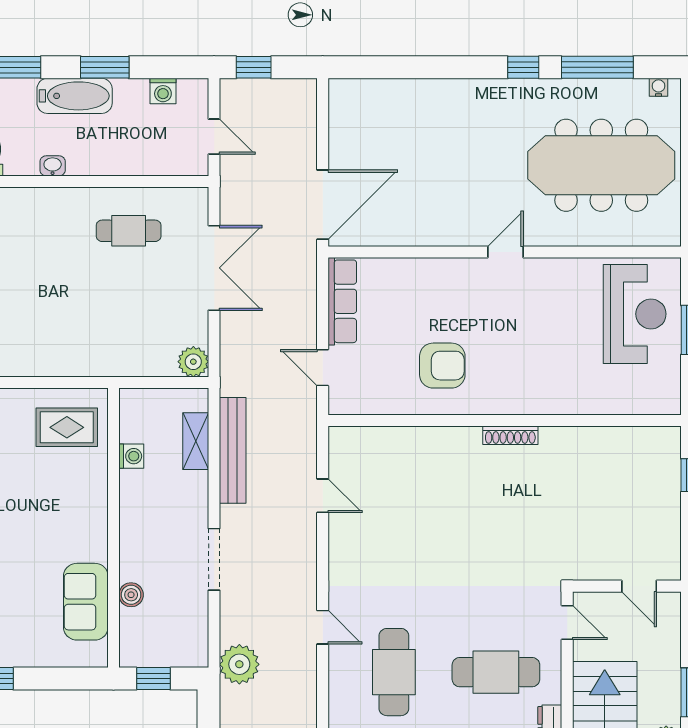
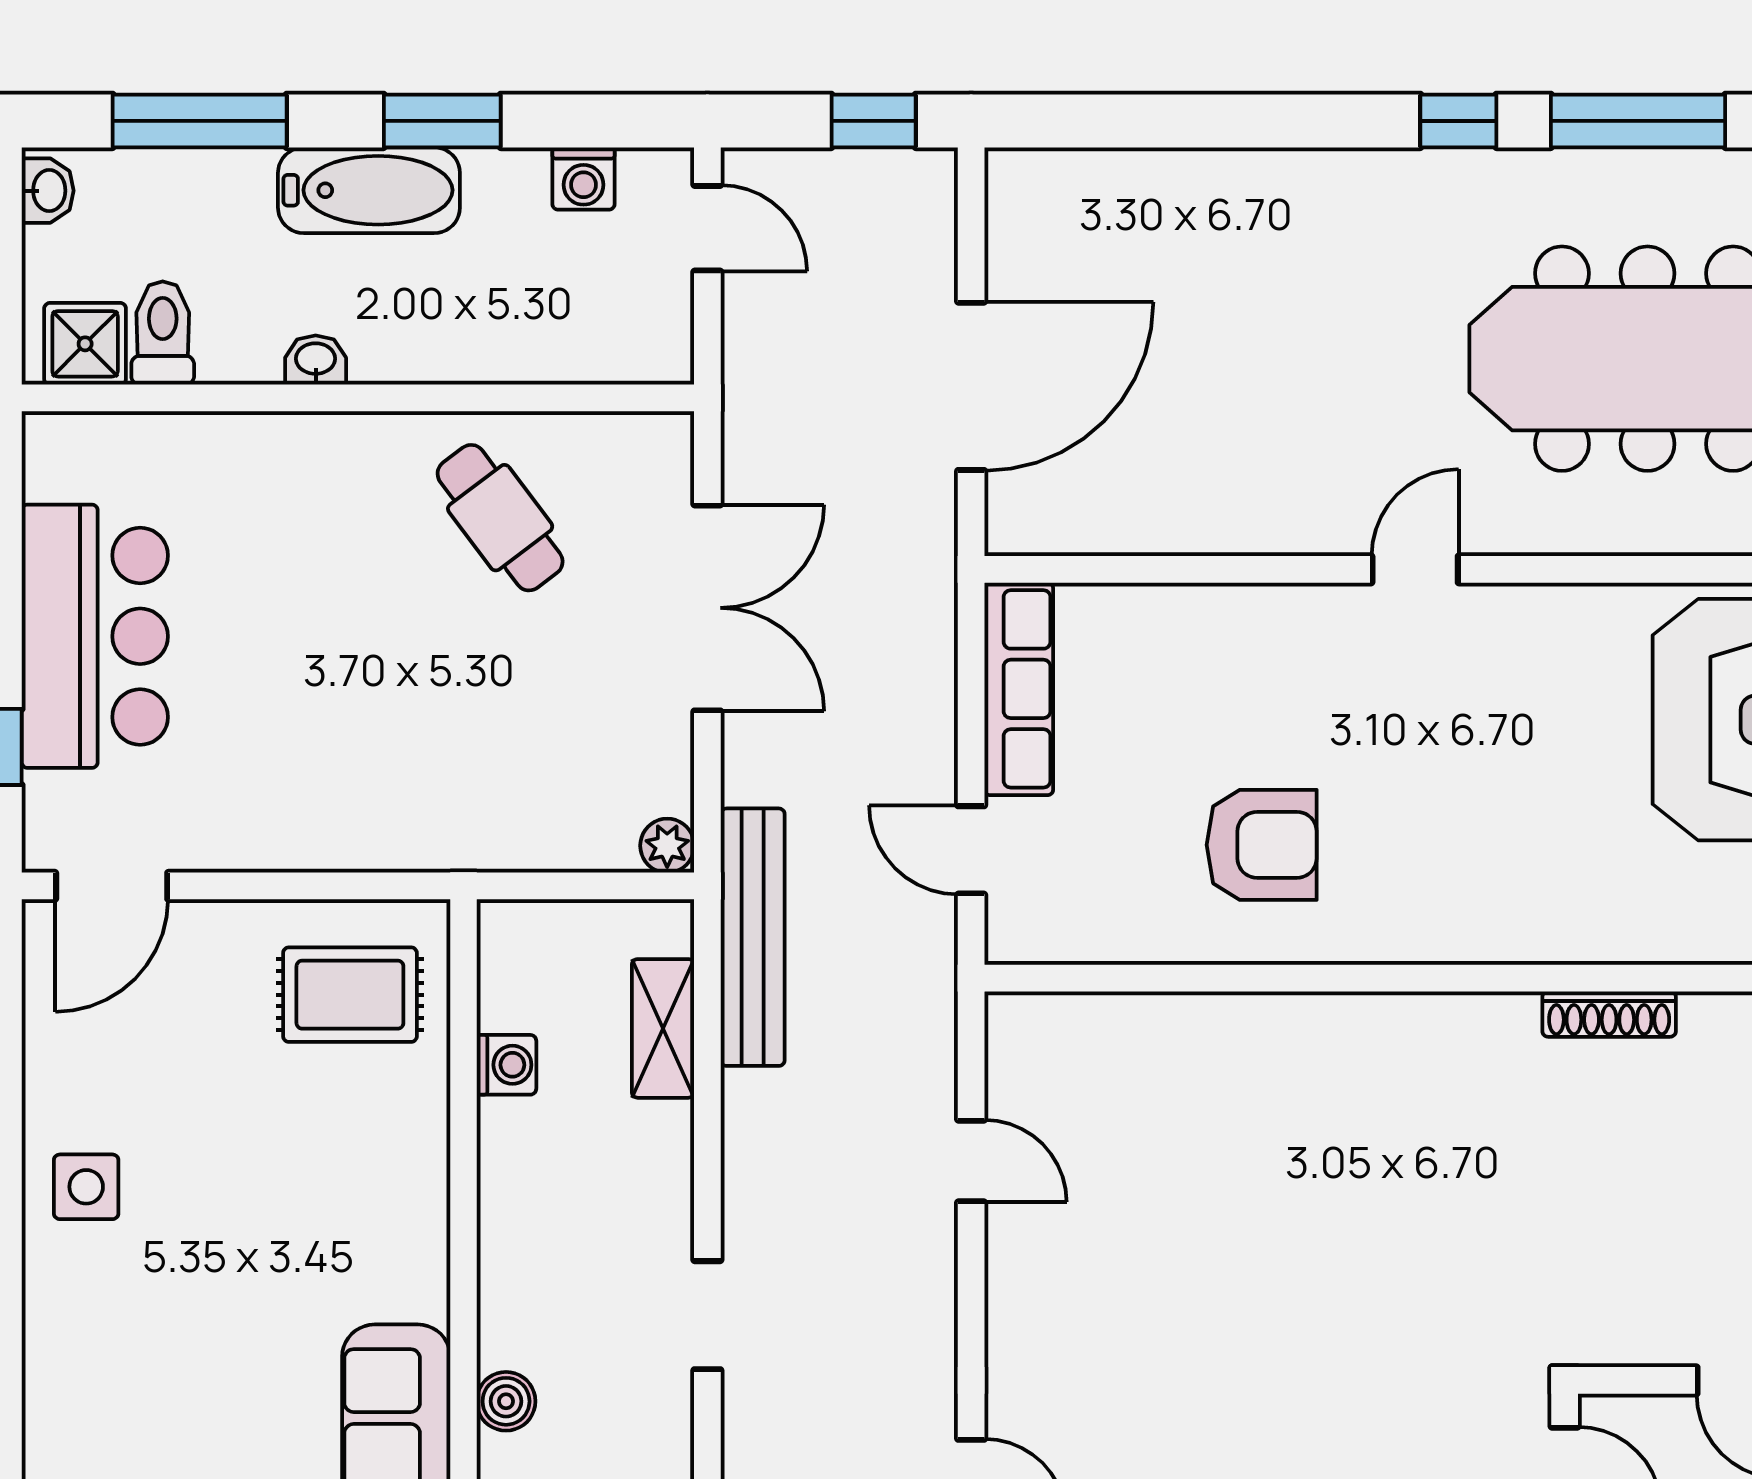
window: (254, 67) -> (874, 121), moved
door: (214, 137) -> (707, 228), moved
door: (323, 205) -> (971, 386), moved
cafe table: (129, 231) -> (500, 518), turned 53
plant: (193, 362) -> (667, 846), width x0.73, depth x0.73
shoe rack: (510, 435) -> (1609, 1014), moved
bench: (233, 450) -> (753, 937), moved
doorway: (214, 559) -> (707, 1315), width x0.73

